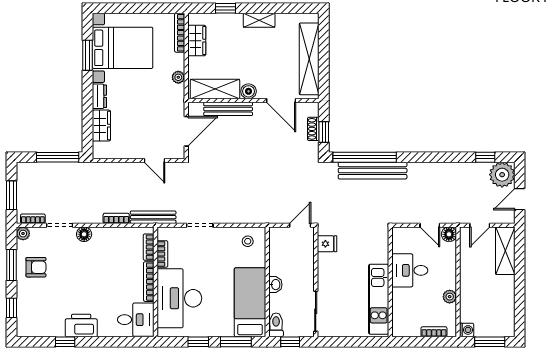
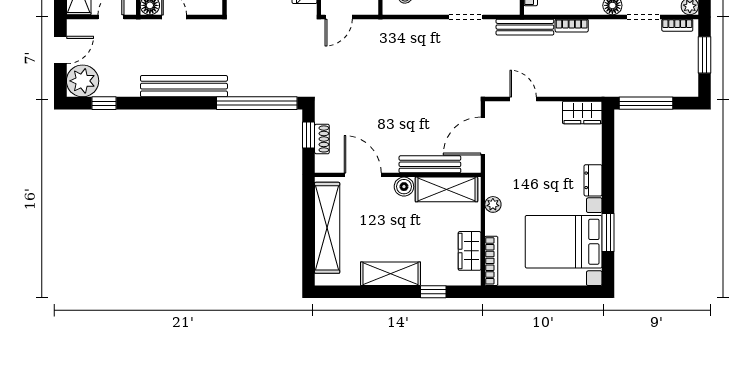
shelving: (259, 20) -> (391, 274), width x1.50, depth x1.33
wardrobe: (101, 126) -> (582, 112), moved, turned -90
bench: (373, 171) -> (184, 86), moved

